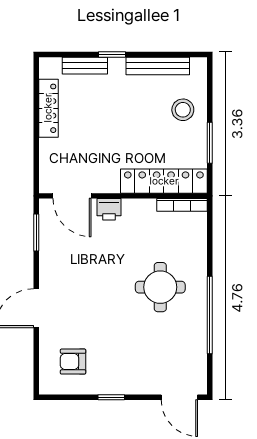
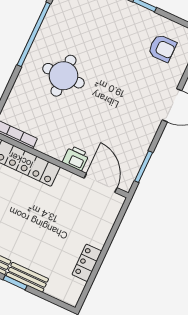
bench: (85, 66) -> (27, 277), moved
locker: (48, 108) -> (87, 263), width x0.66

